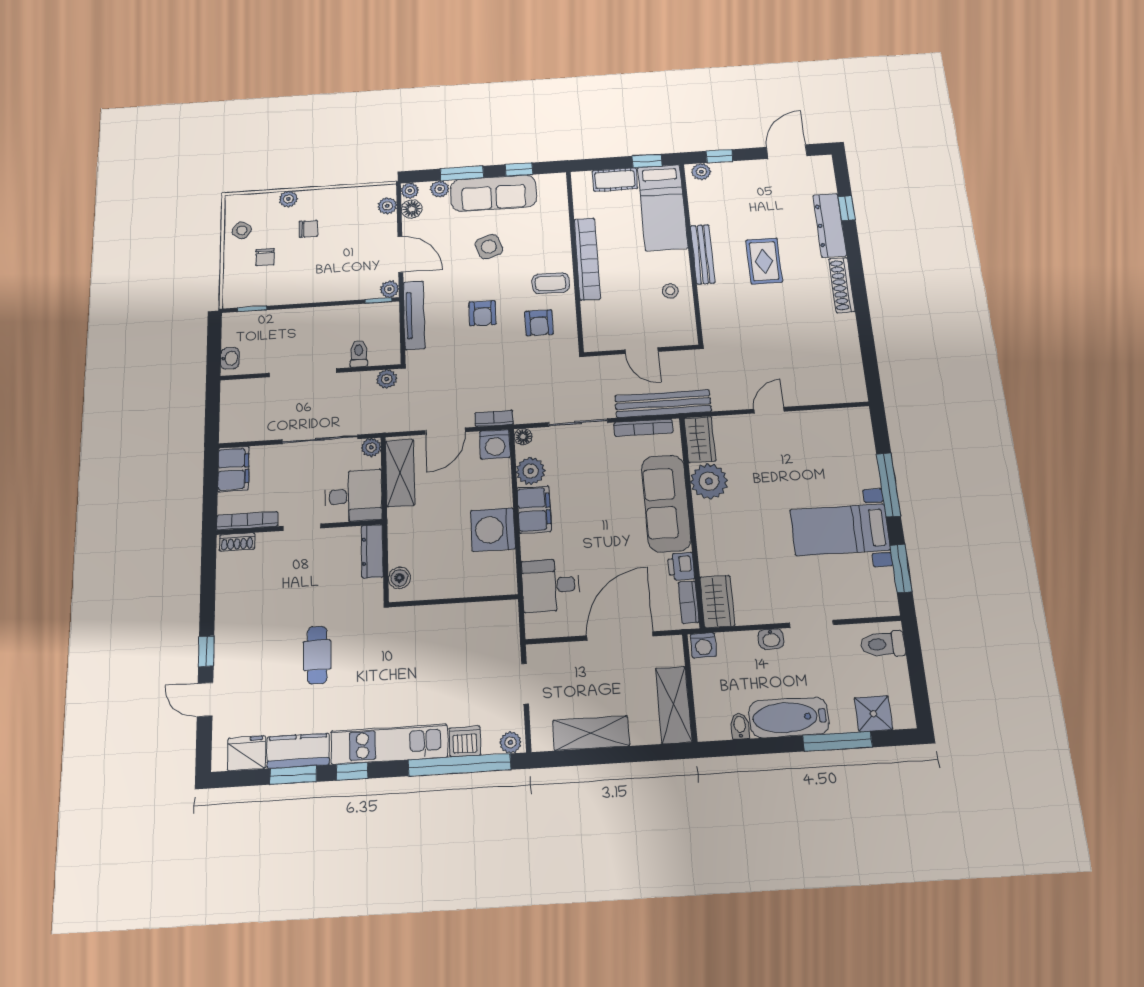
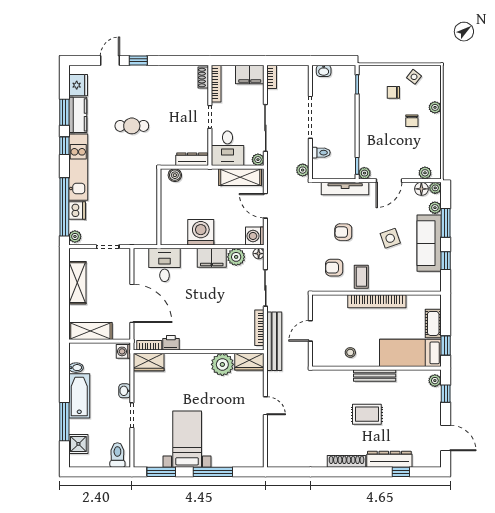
bookcase: (494, 419) -> (272, 77), moved
sofa: (666, 503) -> (210, 337), removed

